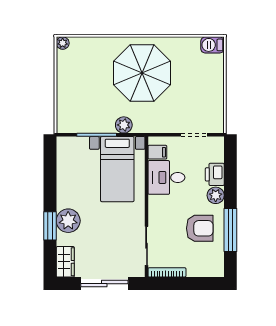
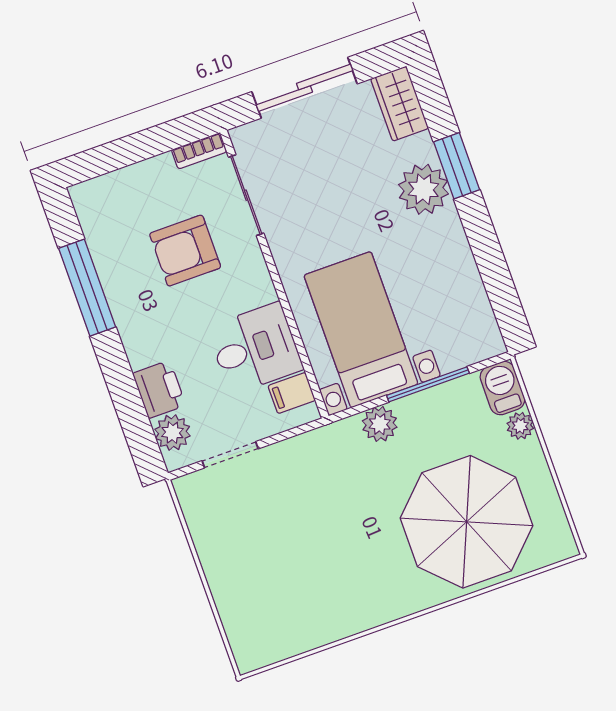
plant: (63, 43) -> (520, 426), moved
barbecue: (212, 45) -> (502, 388), moved, turned -90
parasol: (142, 73) -> (467, 522), moved
plant: (216, 195) -> (172, 433), moved
armchair: (200, 228) -> (185, 251), moved
bookcase: (167, 272) -> (199, 151), width x0.64

